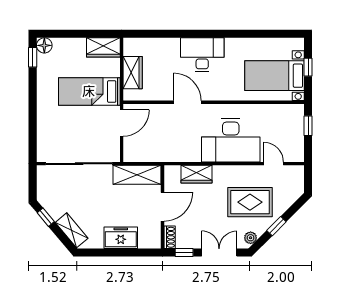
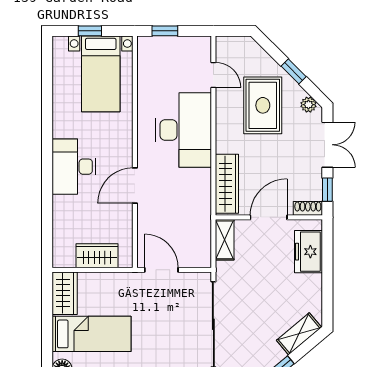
bed: (89, 91) -> (92, 334), moved, turned -90
door: (274, 164) -> (213, 75), swing flipped
wardrobe: (196, 174) -> (227, 184), width x1.50
shelving: (137, 175) -> (225, 240), width x0.67, depth x0.75
door: (162, 207) -> (269, 217), hinge flipped
freezer: (121, 238) -> (308, 252), moved
double door: (219, 253) -> (327, 145), swing flipped

